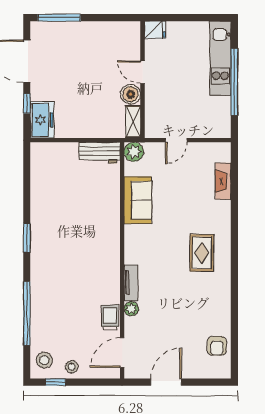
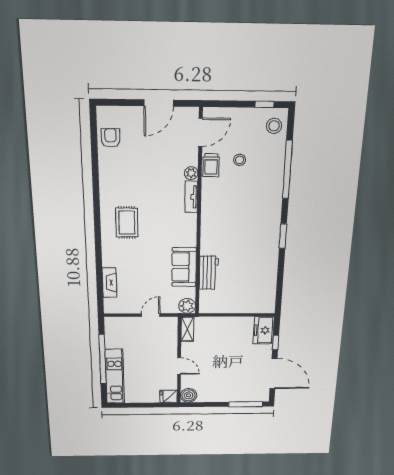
boiler: (131, 94) -> (189, 395), moved
workbench: (100, 153) -> (209, 273), moved, turned 90
stool: (72, 367) -> (240, 160), moved

